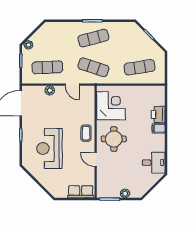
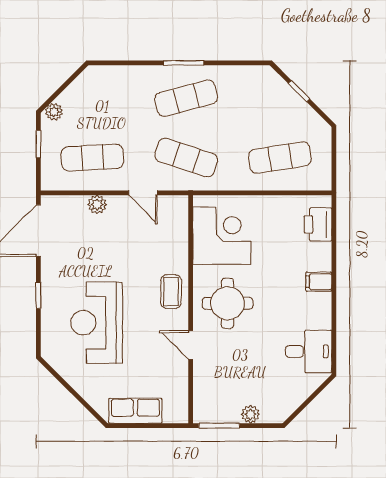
printer: (158, 114) -> (318, 224), moved
row of seats: (81, 192) -> (135, 411), moved

